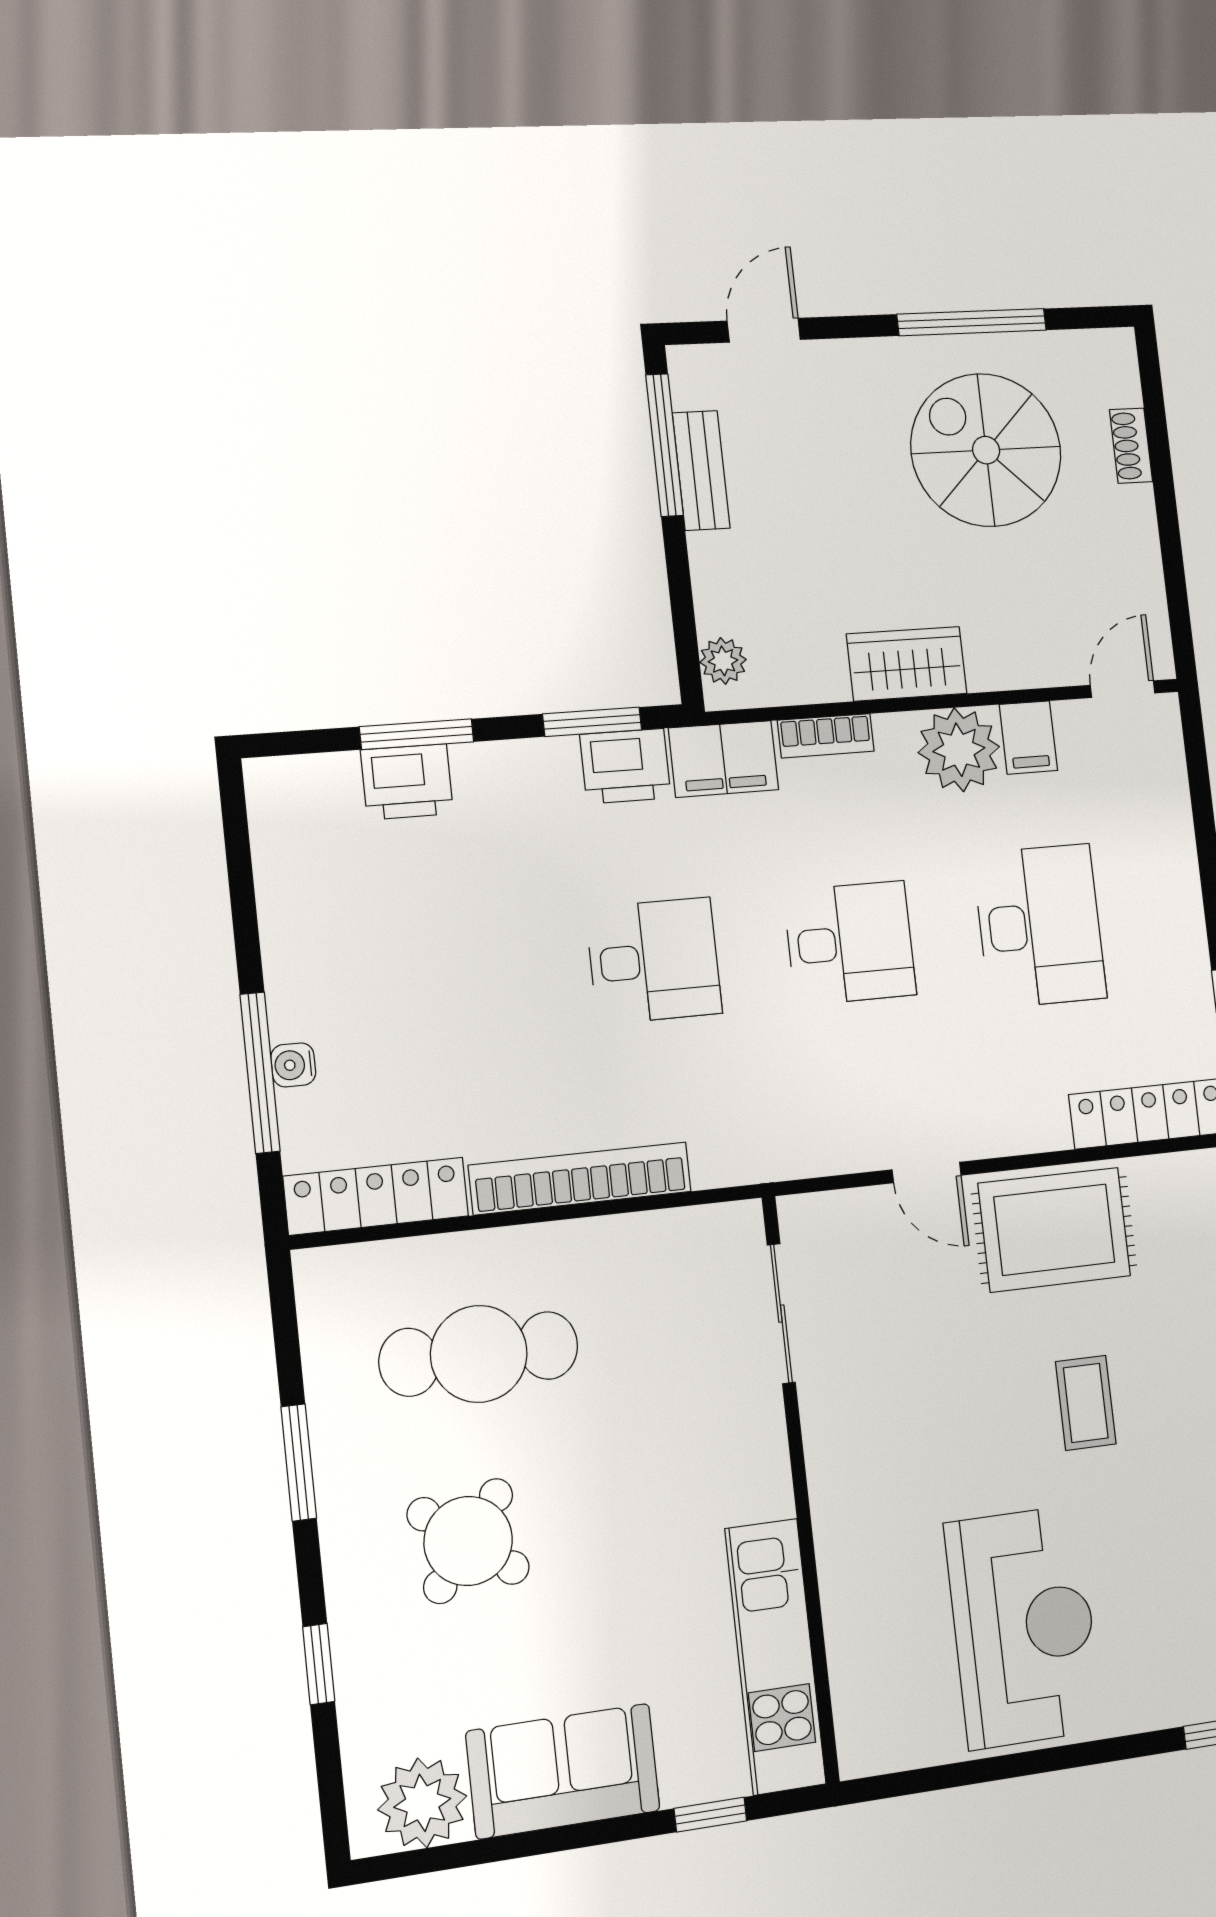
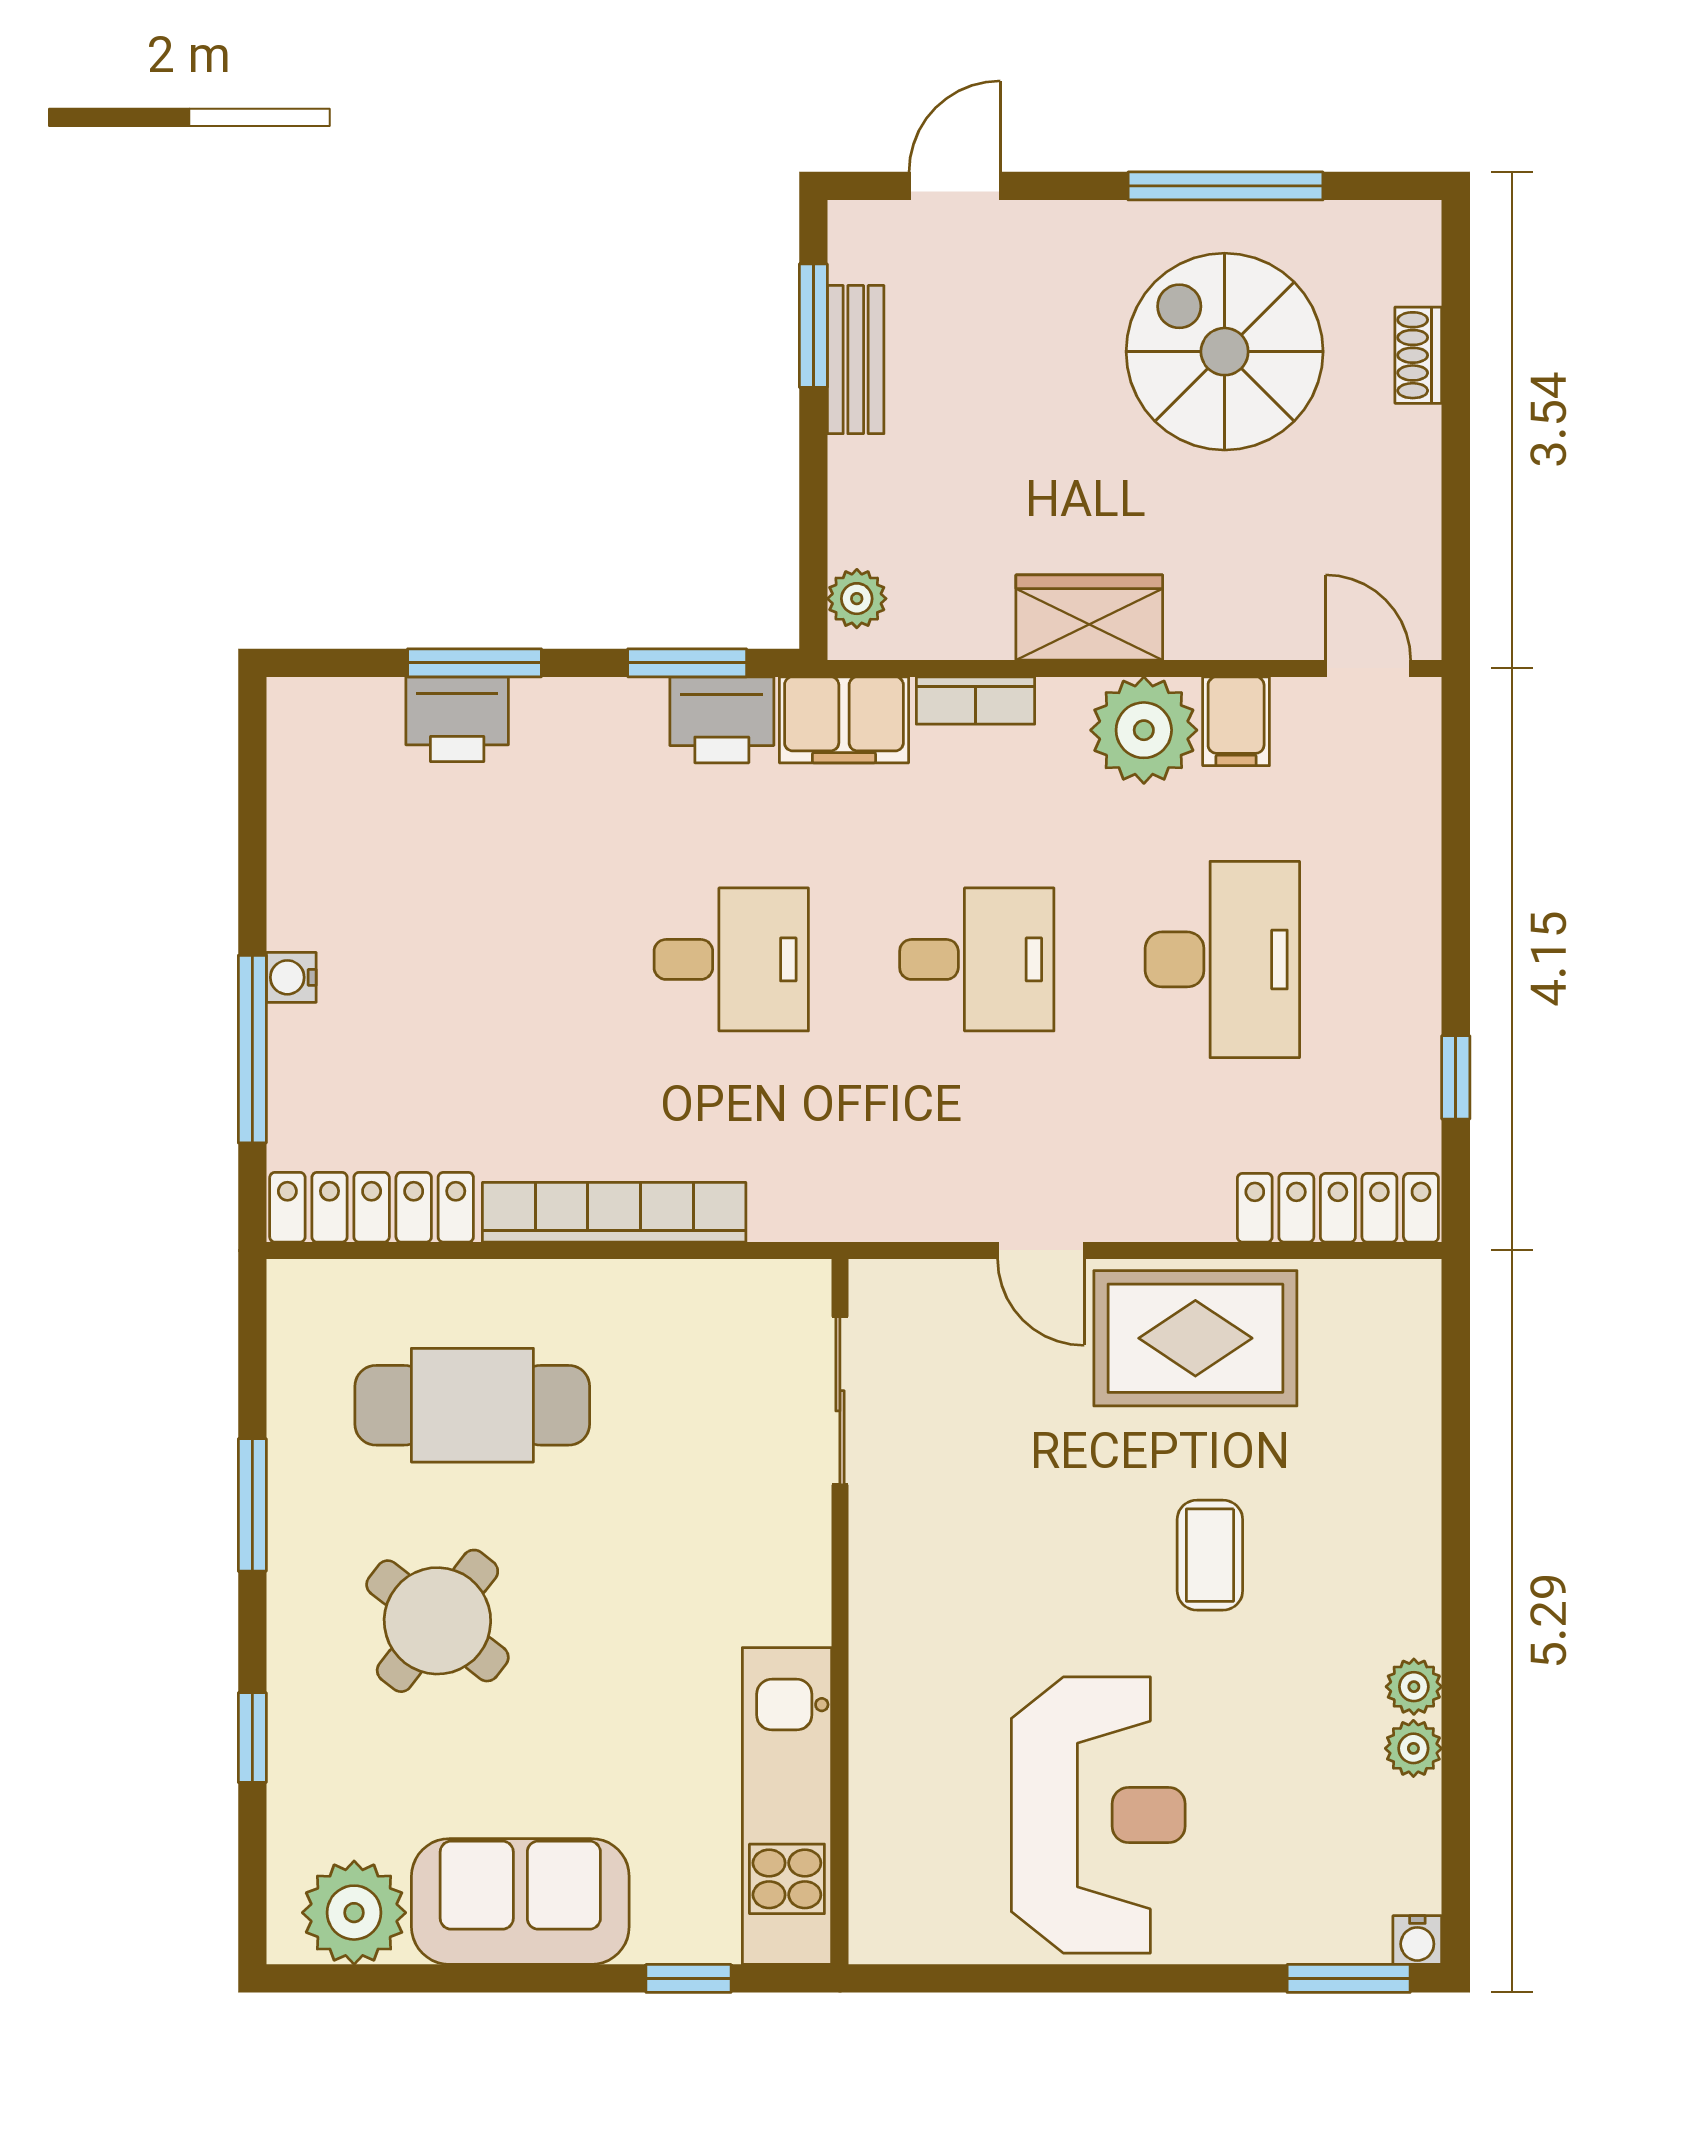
window: (665, 445) -> (813, 326), width x0.69
door: (1123, 689) -> (1368, 668), hinge flipped
water cooler: (293, 1065) -> (291, 977), moved

